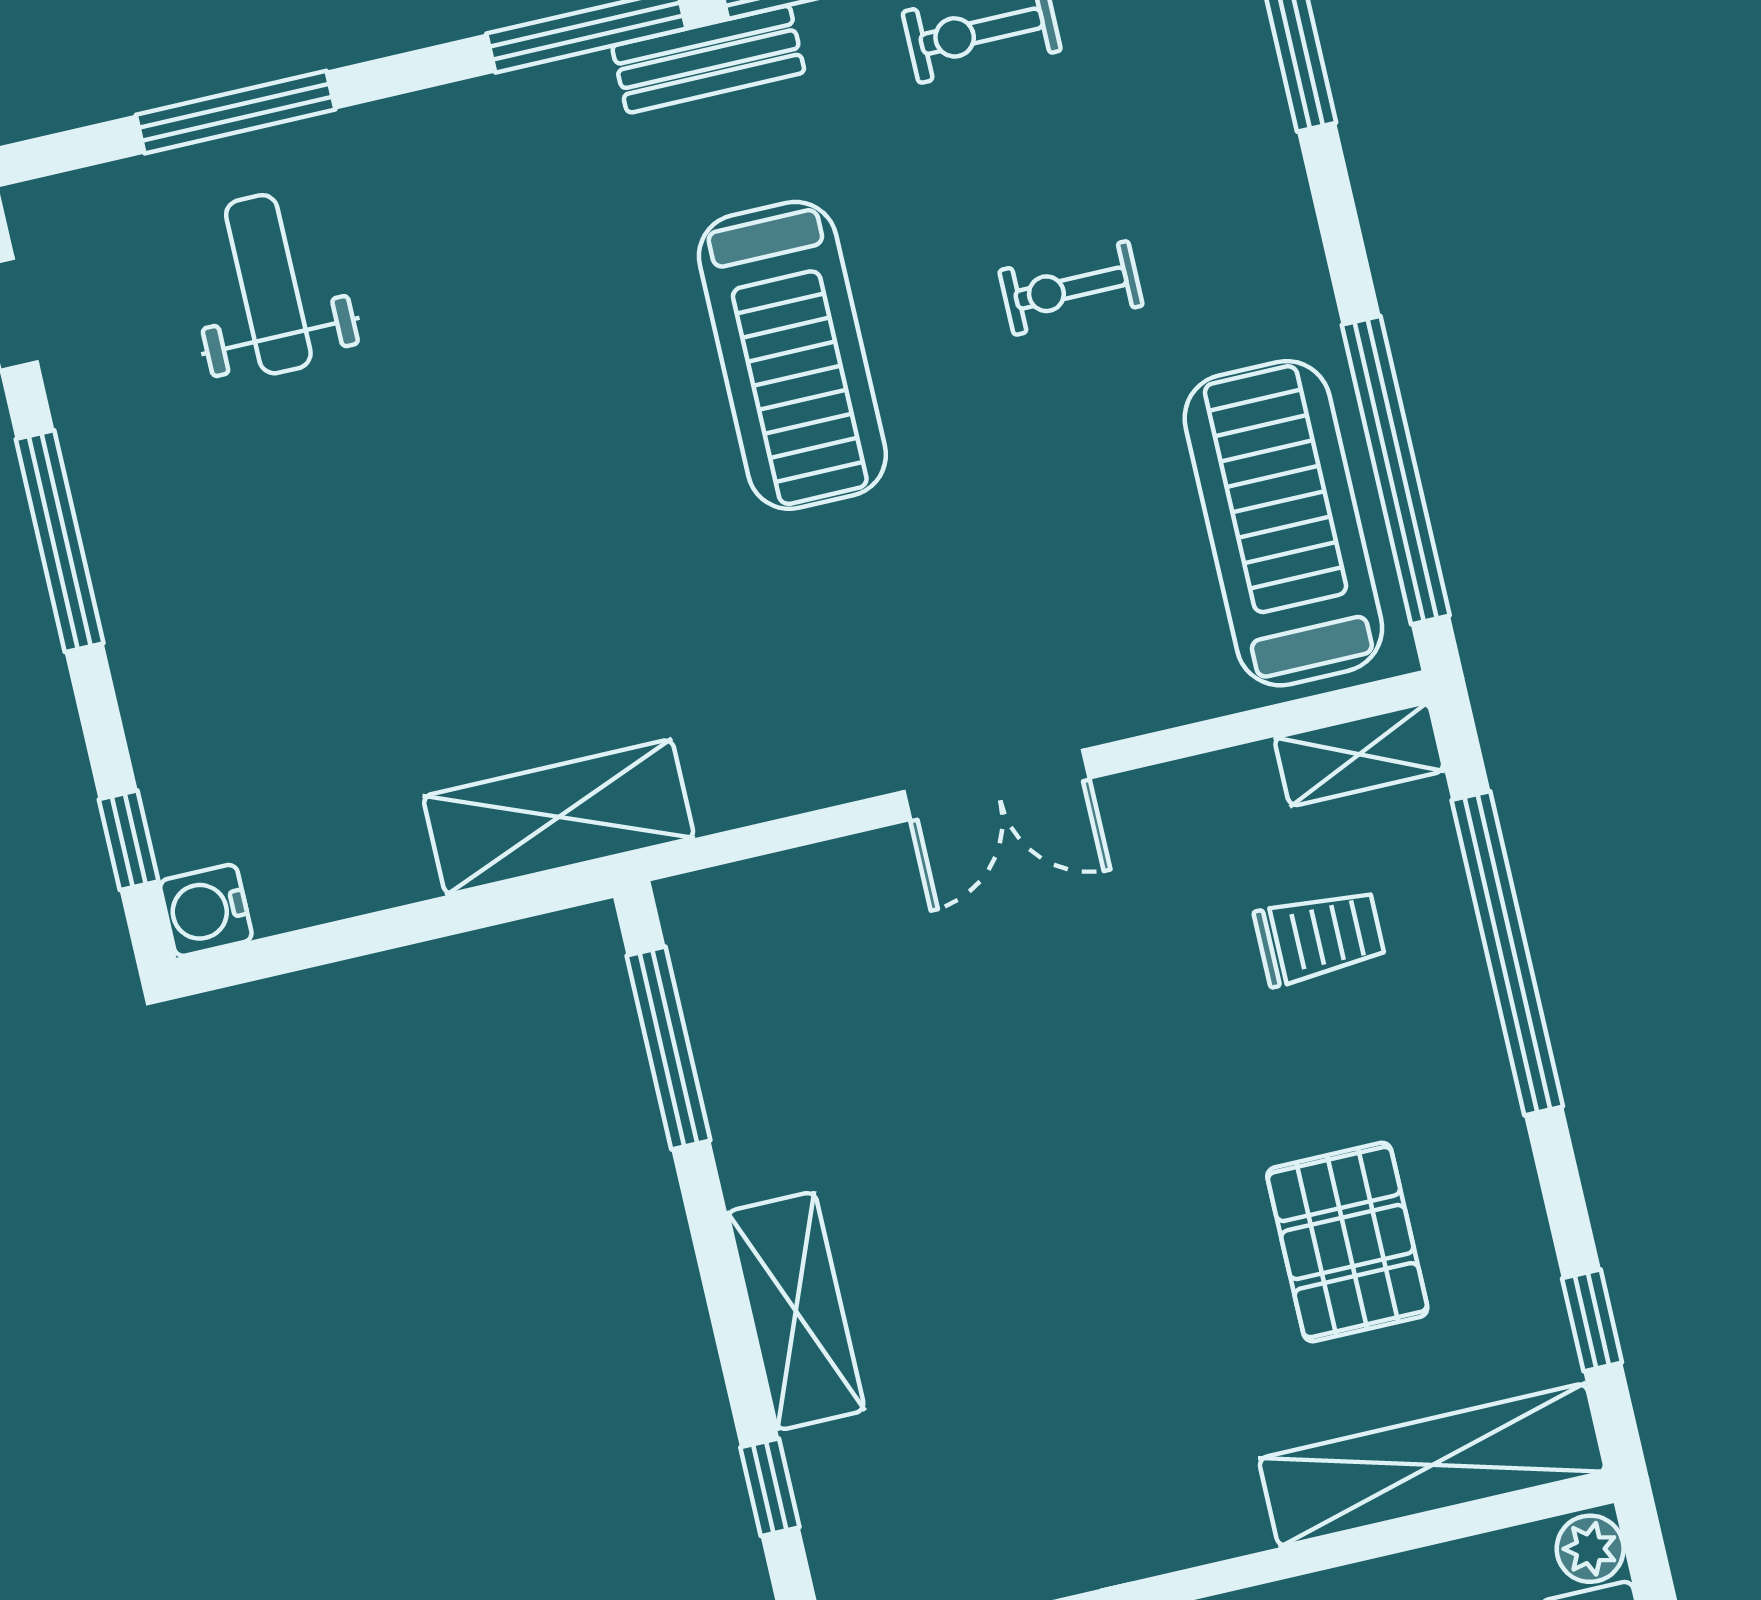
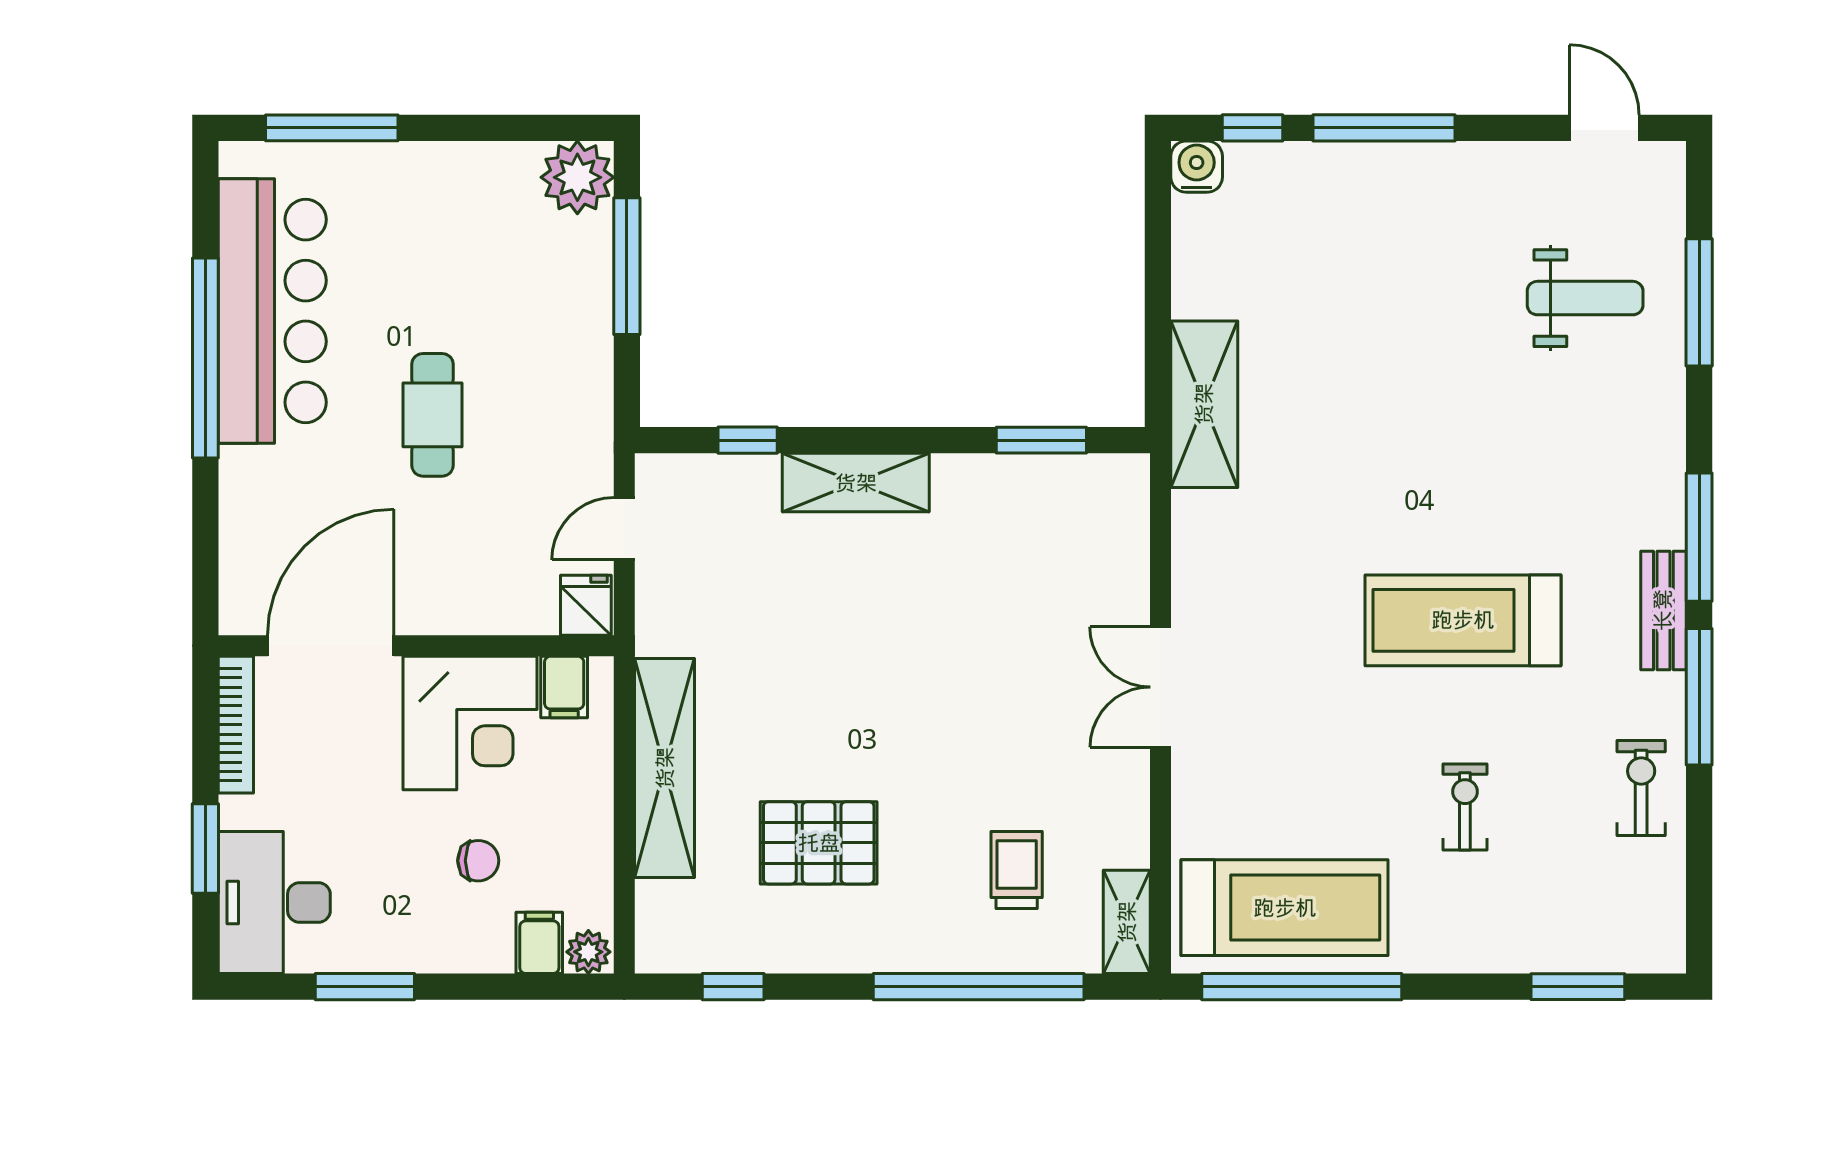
window: (60, 541) -> (1384, 128), moved
trolley: (1320, 937) -> (1017, 870), turned 180
window: (668, 1048) -> (1041, 440), width x0.69
shelving: (1432, 1465) -> (665, 768), moved

